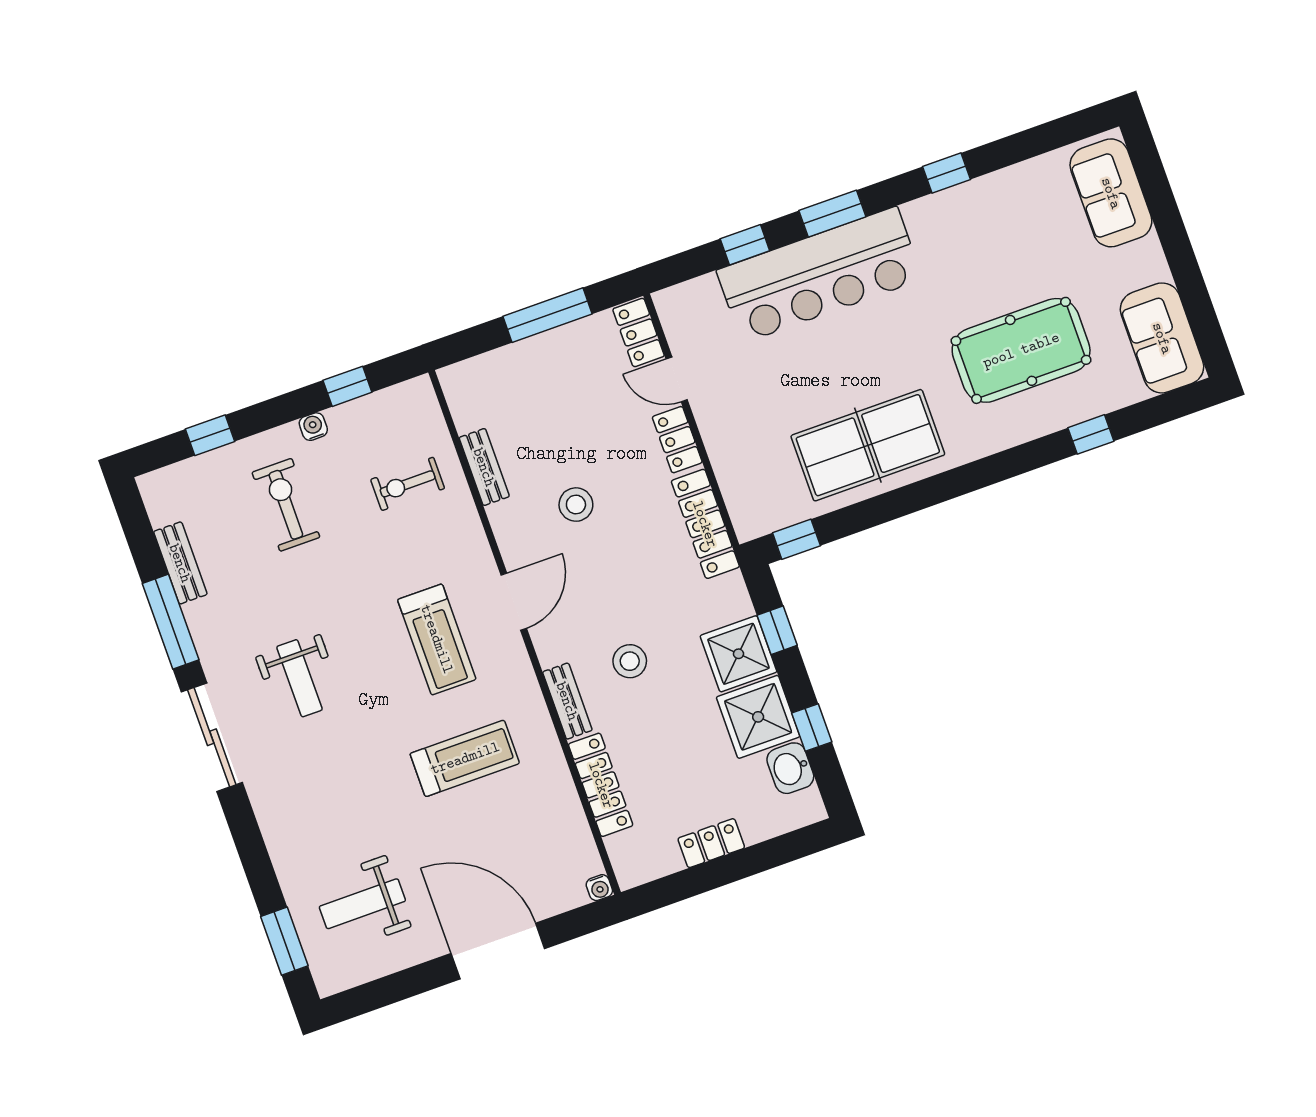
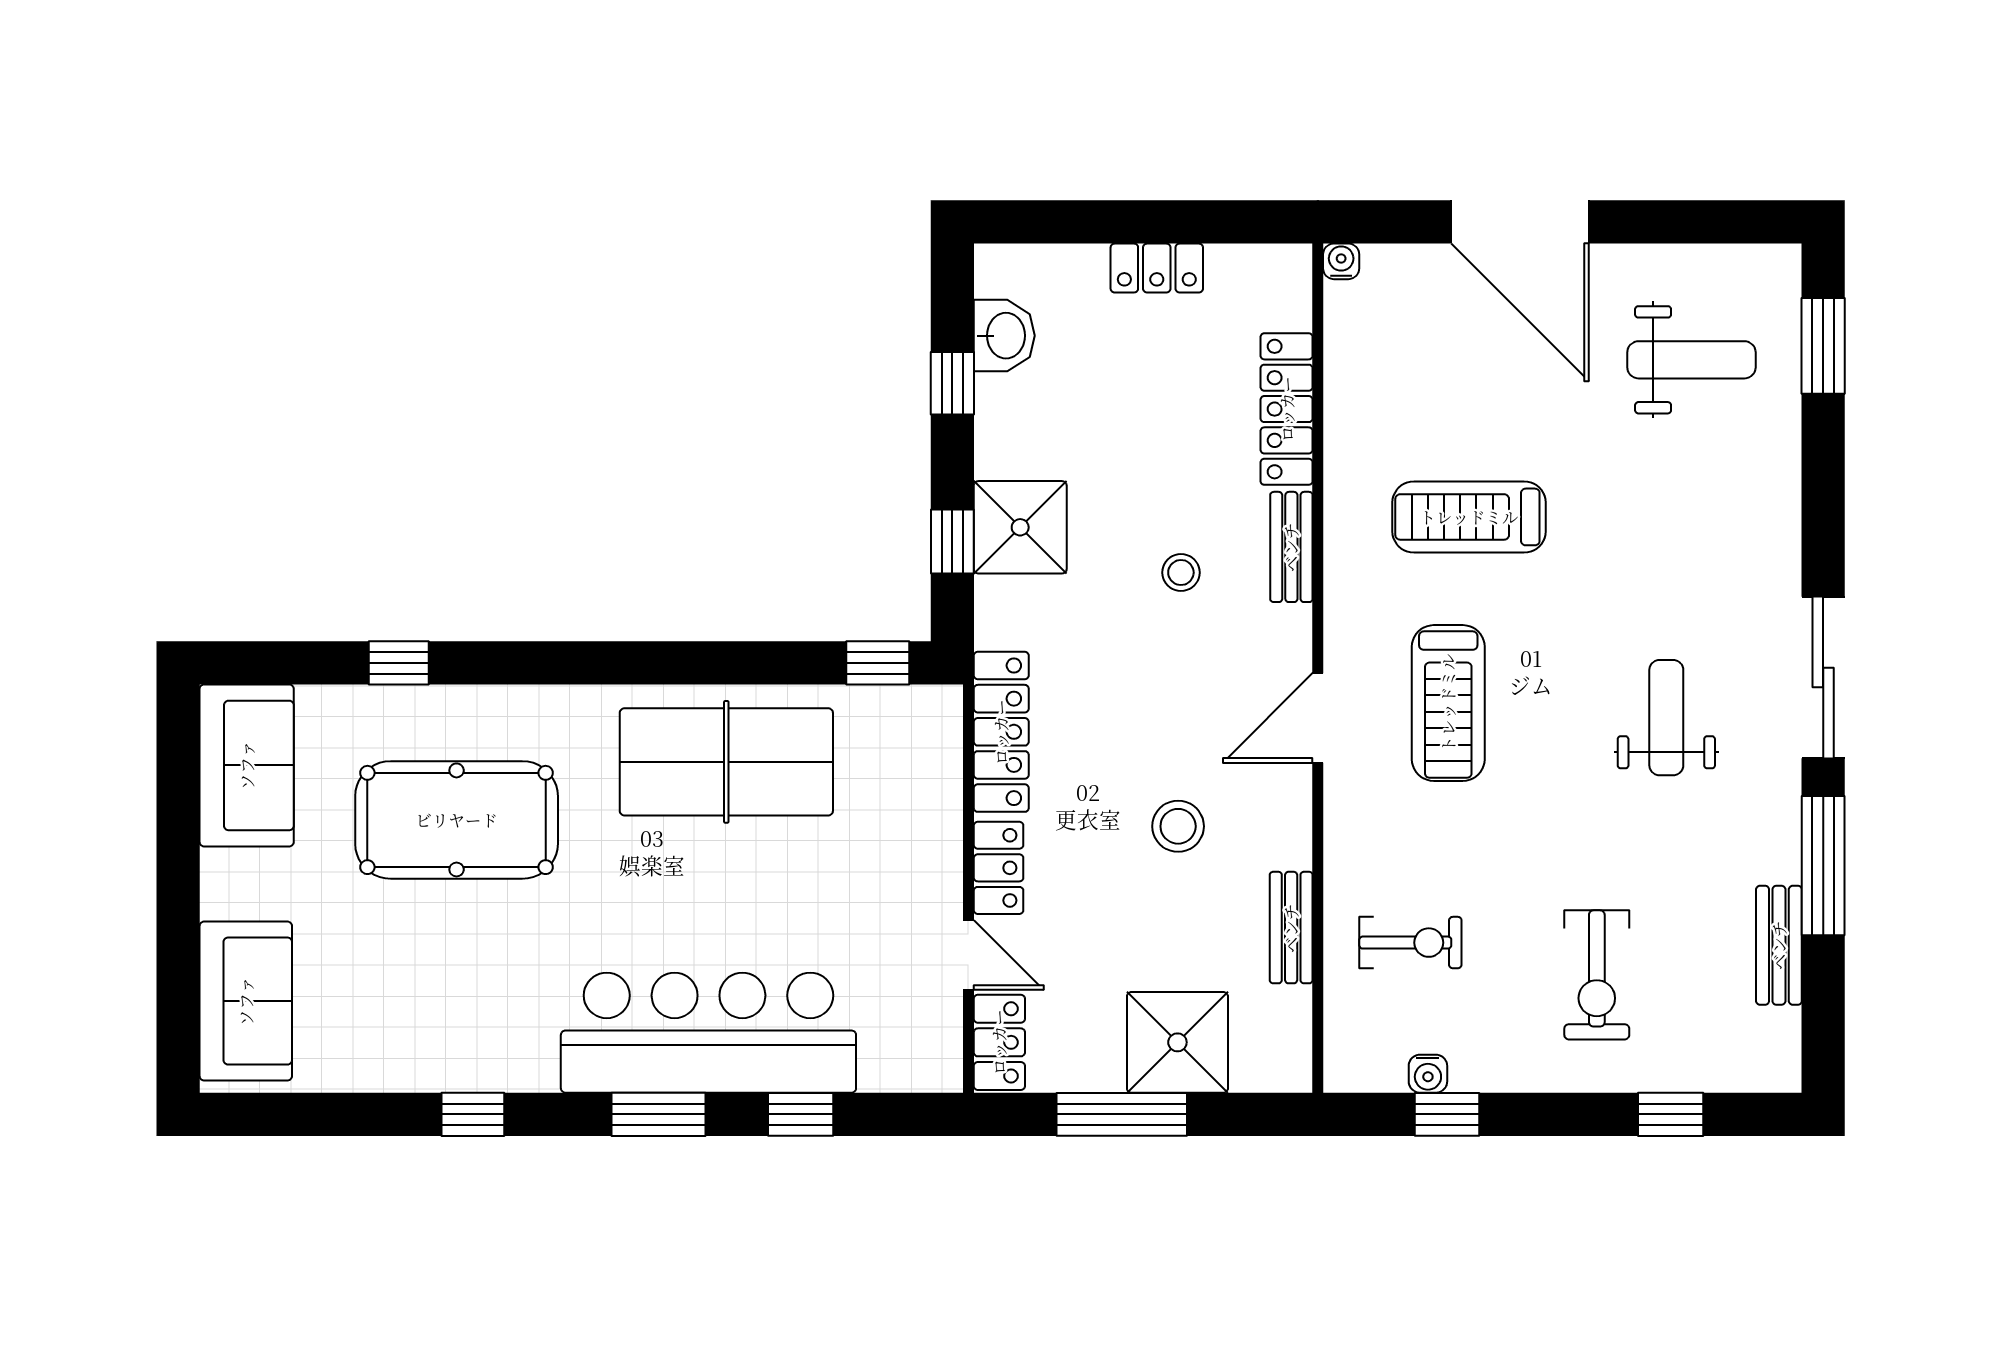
water cooler: (313, 427) -> (1428, 1074), moved
treadmill: (437, 639) -> (1448, 703), turned 180
stool: (630, 661) -> (1181, 573), width x0.73, depth x0.73
shower: (758, 717) -> (1177, 1042), moved

